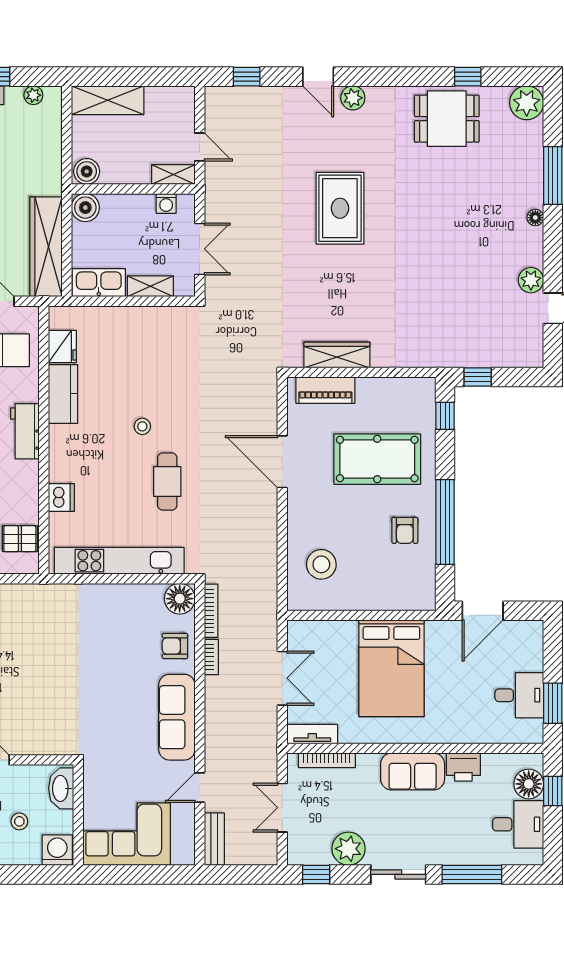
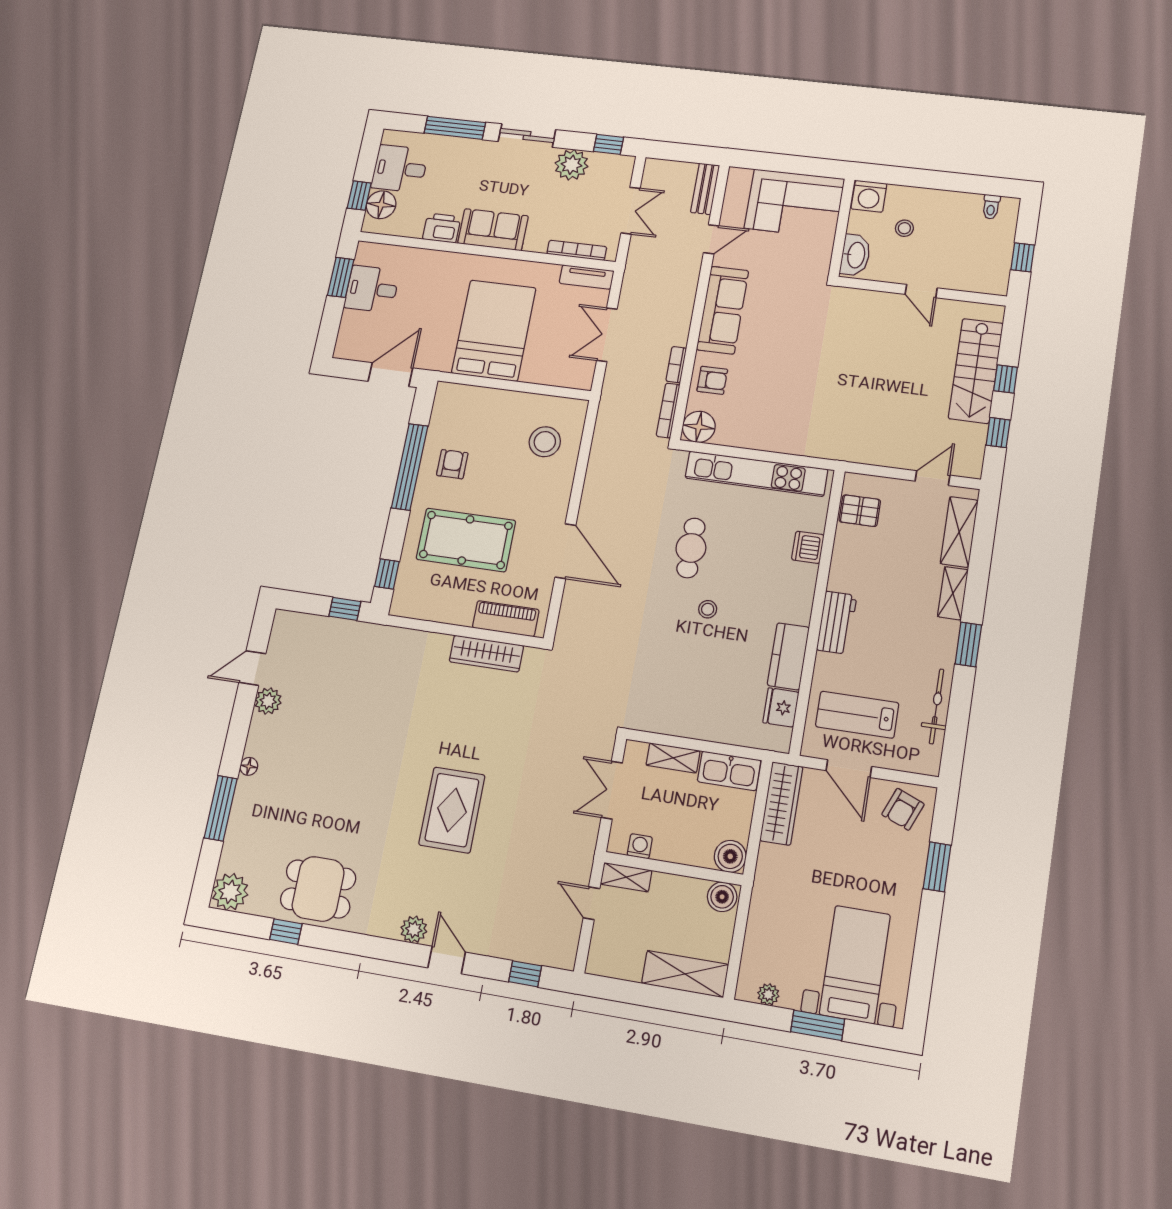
wardrobe: (46, 247) -> (781, 803), width x0.71, depth x0.85

